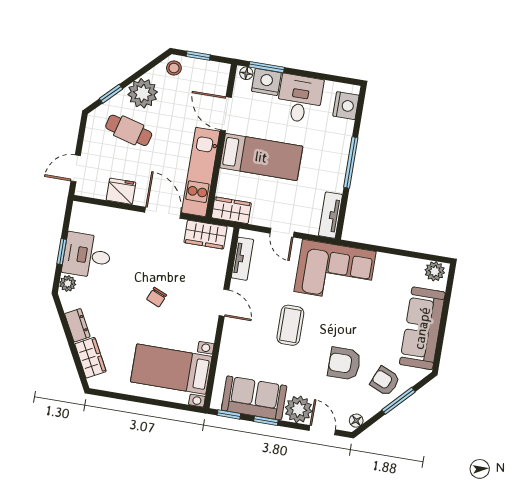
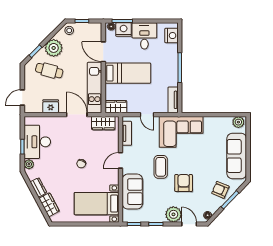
desk: (87, 255) -> (37, 142), width x1.37
door: (224, 303) -> (120, 160), swing flipped
armchair: (344, 364) -> (184, 183), moved, turned 90
sofa: (254, 398) -> (132, 192), moved, turned 90

